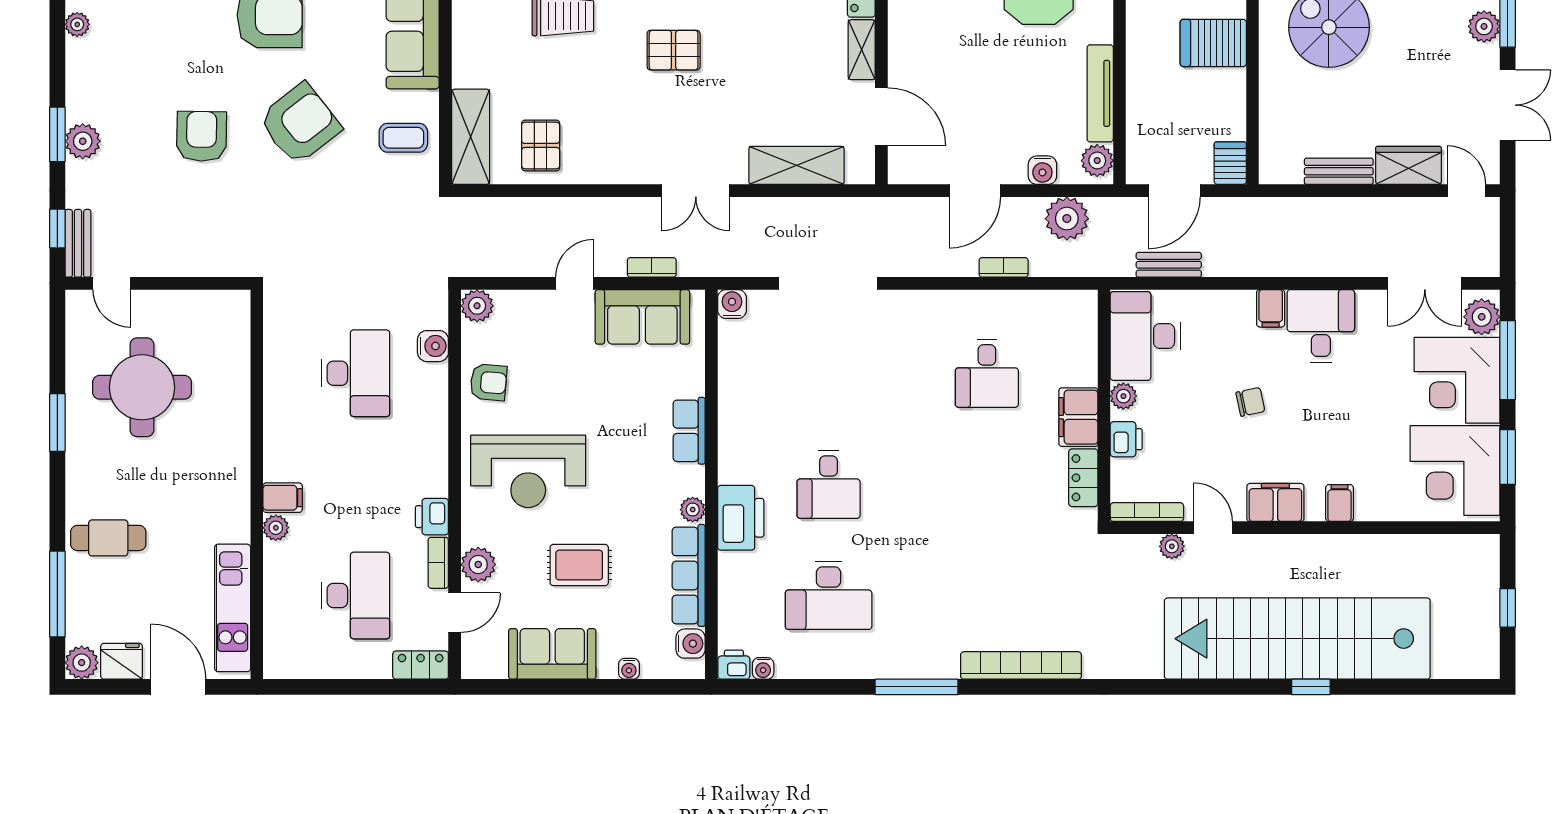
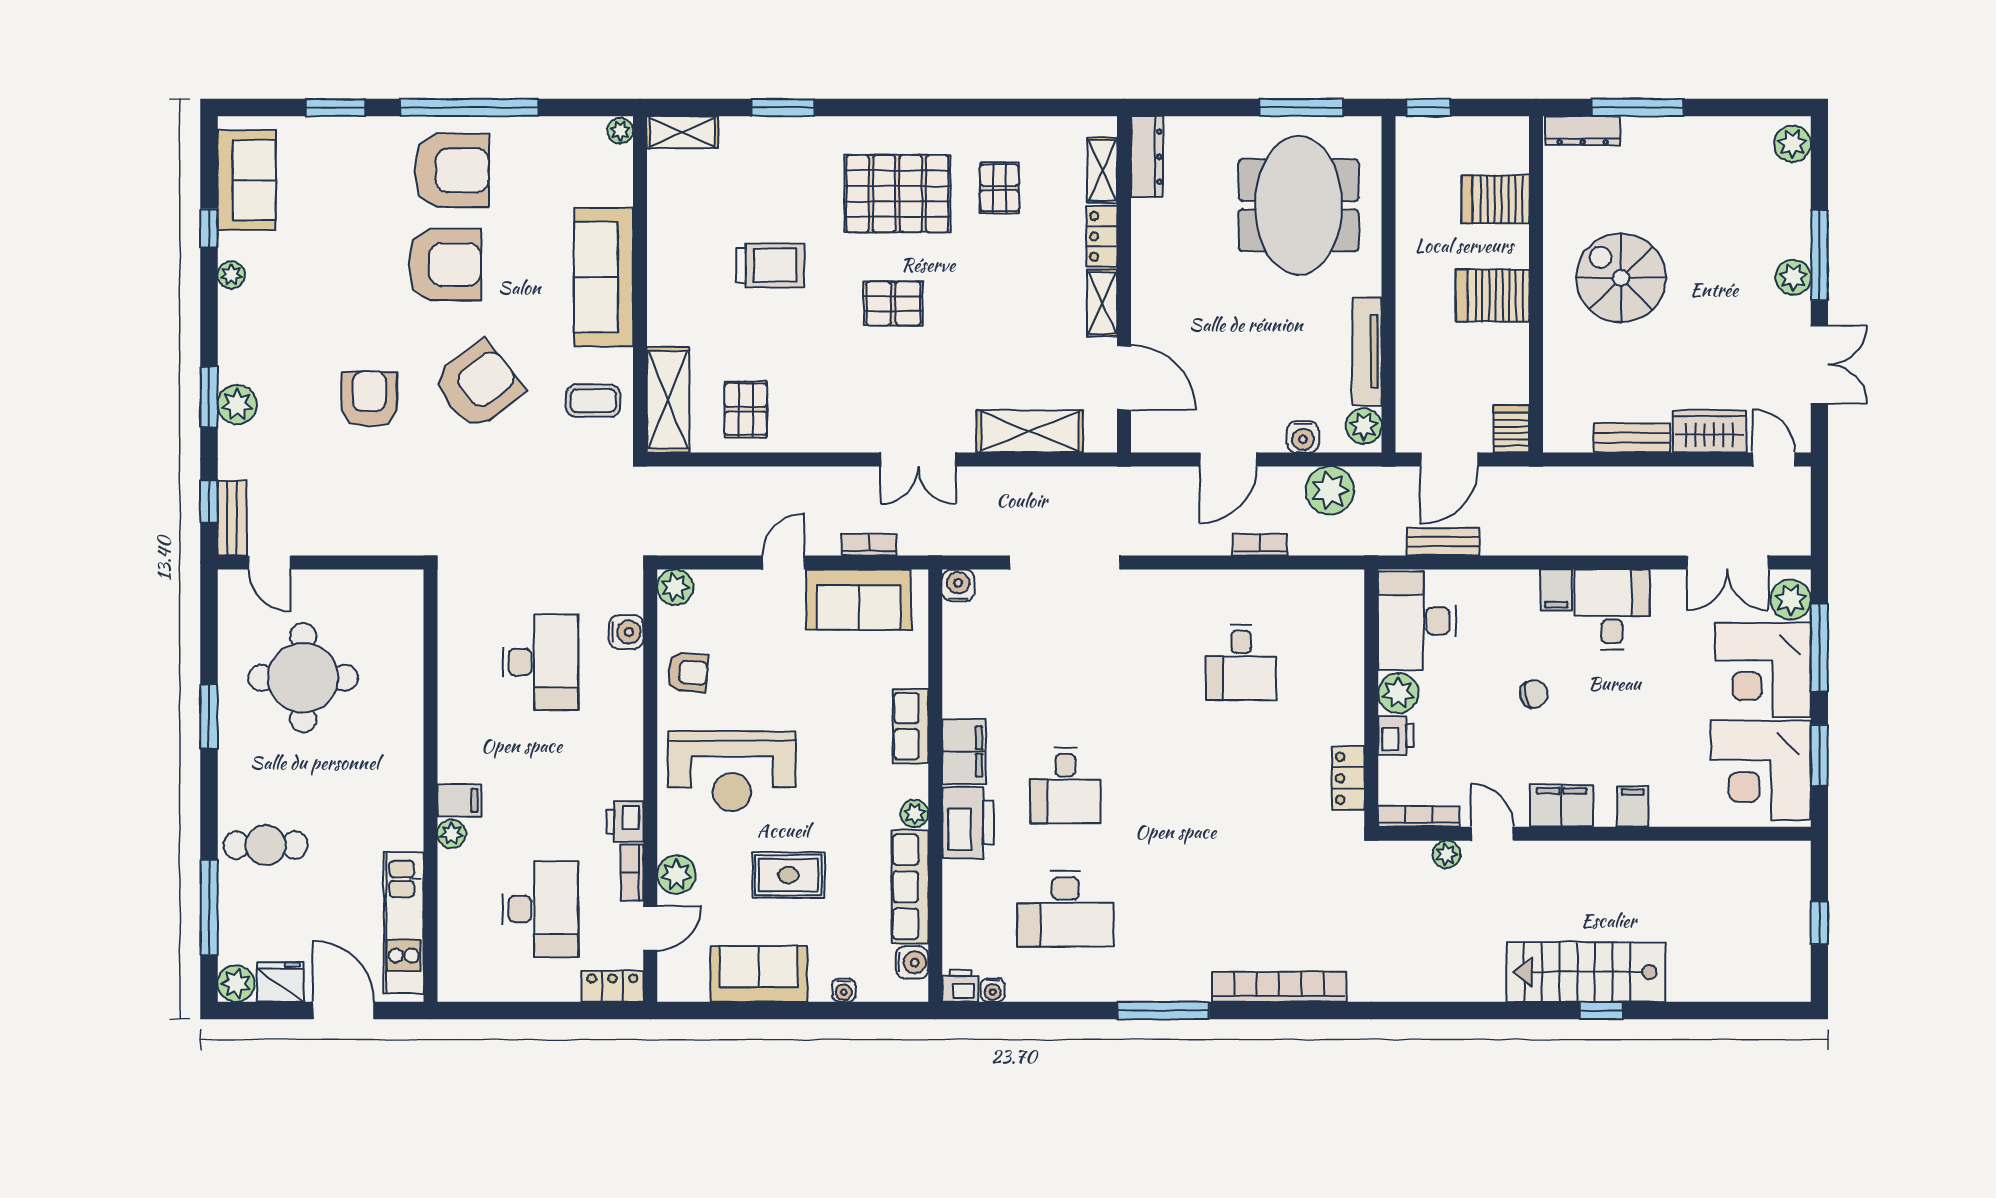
plant: (1123, 396) -> (1398, 693), width x1.38, depth x1.38
filing cabinet: (1078, 417) -> (964, 751), moved, turned 180
stairs: (1297, 639) -> (1586, 972), width x0.54, depth x0.66

